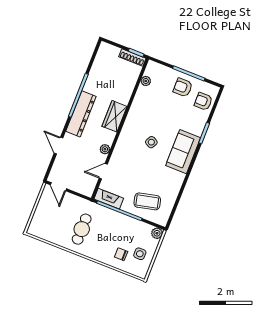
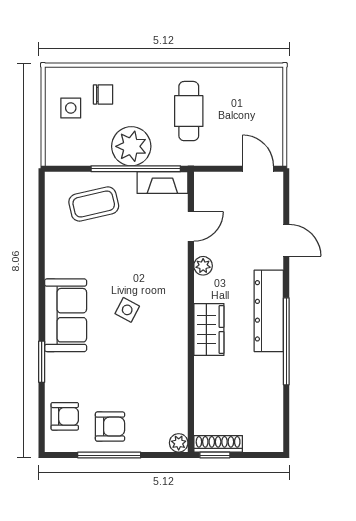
plant: (146, 81) -> (179, 443), moved
plant: (157, 233) -> (131, 146), moved, width x1.88, depth x1.88

